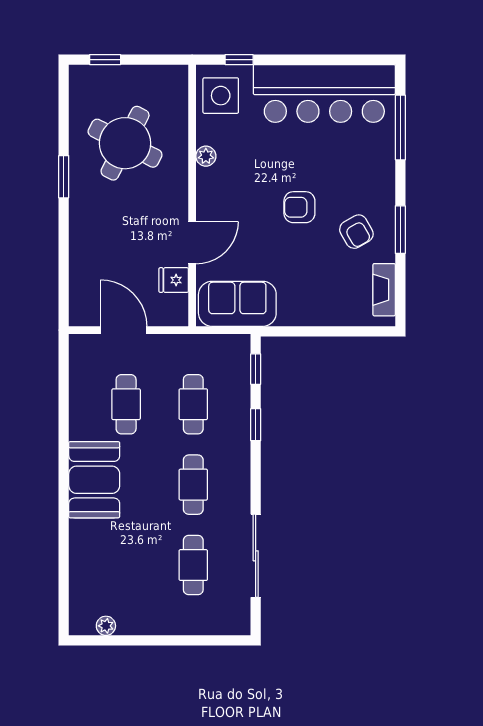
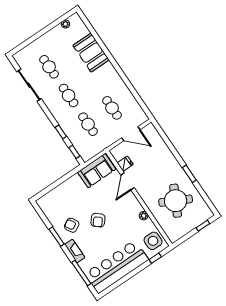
armchair: (299, 207) -> (98, 220), turned 130
fireplace: (384, 290) -> (75, 251), moved
booth: (94, 480) -> (91, 53), moved

